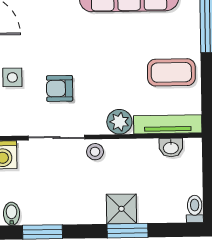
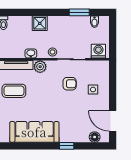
washbasin: (171, 148) -> (31, 53), moved
window: (128, 231) -> (37, 12), removed

